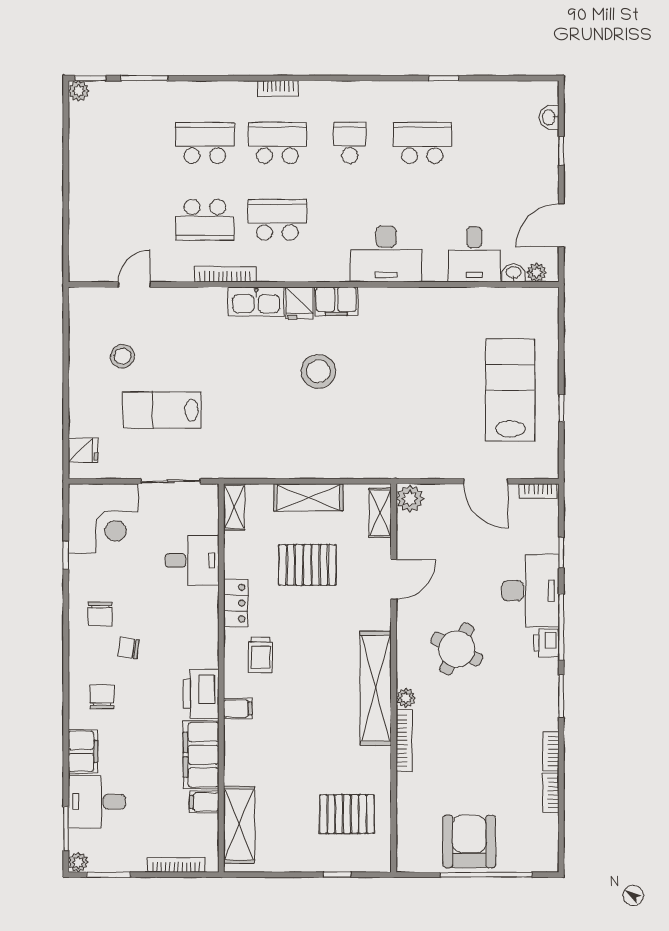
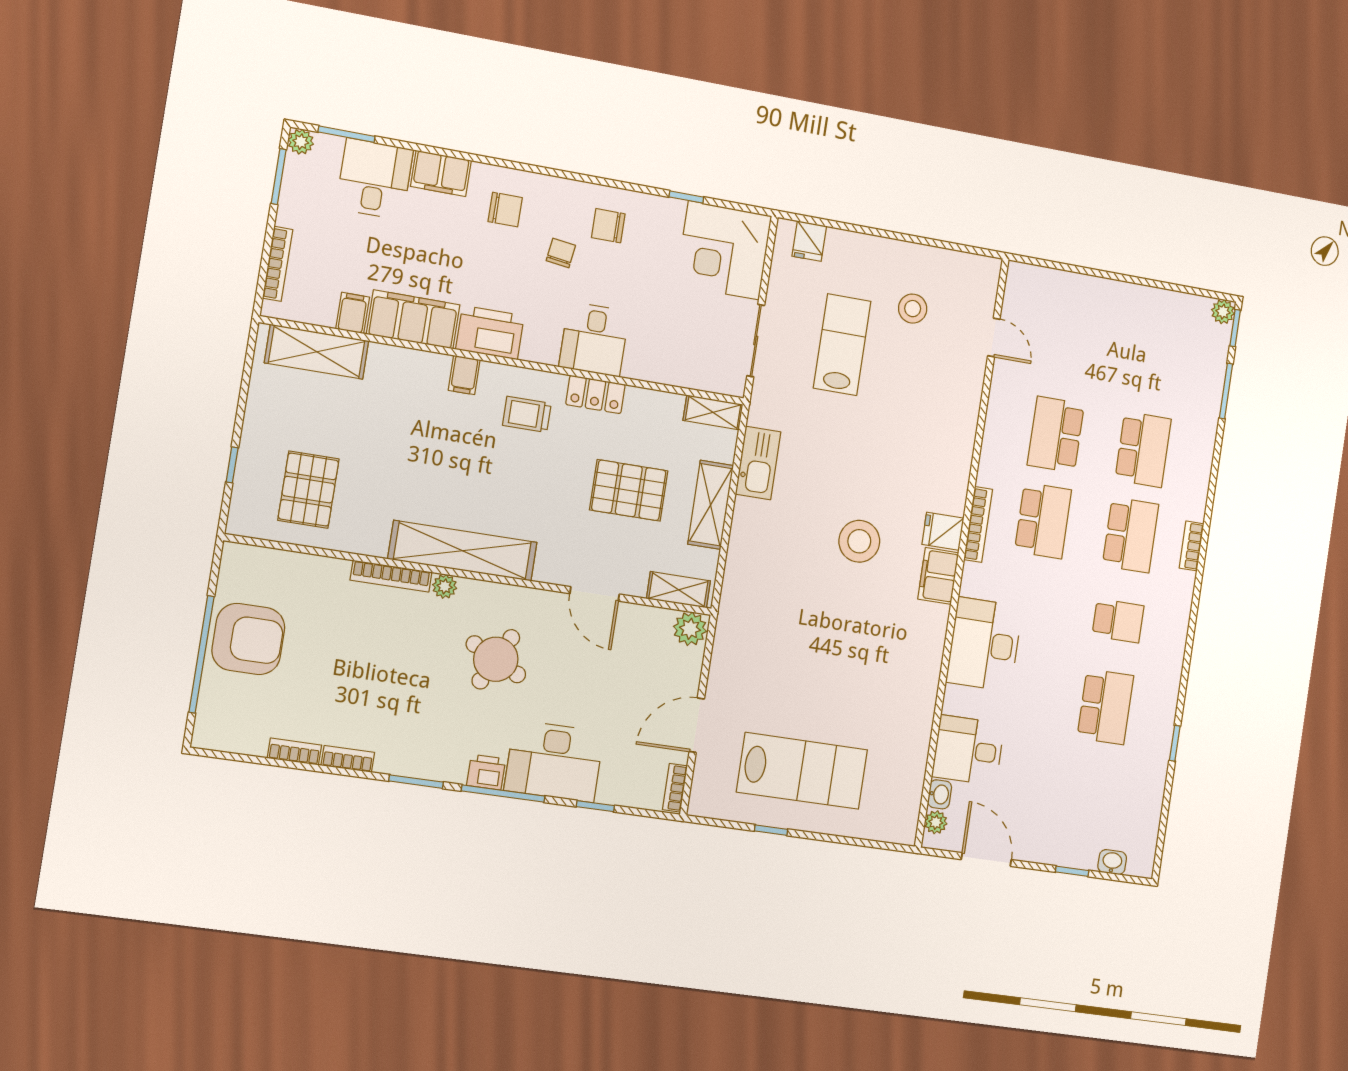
bookcase: (225, 274) -> (978, 524), moved
kitchen sink: (256, 302) -> (758, 463), moved, turned 180
desk: (192, 560) -> (594, 339), moved
pallet: (307, 565) -> (629, 490), turned 90

